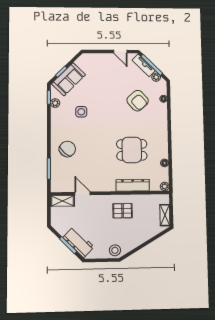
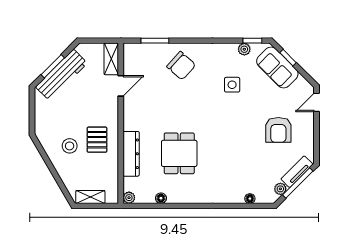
door: (120, 52) -> (317, 102), moved
armchair: (138, 101) -> (278, 130), moved, turned -48
workbench: (79, 242) -> (61, 75), width x1.38
stool: (115, 250) -> (70, 146), moved

